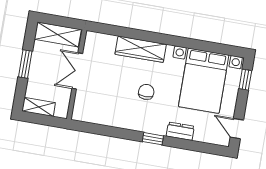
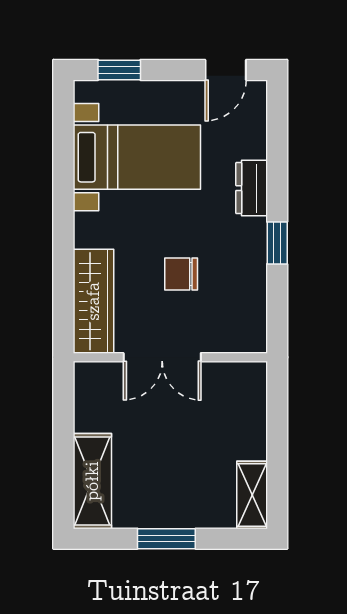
double door: (77, 71) -> (162, 357), moved
wall: (77, 75) -> (170, 357), moved
bed with nightstands: (204, 81) -> (137, 157), width x0.73

